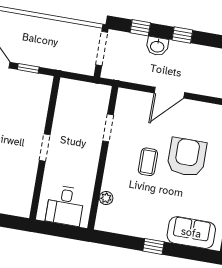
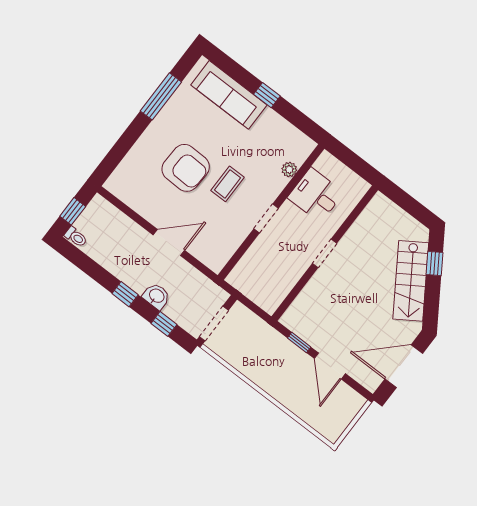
doorway: (108, 128) -> (266, 218), moved
armchair: (187, 157) -> (186, 168), turned -88
desk: (65, 206) -> (316, 195), moved, turned -90
sofa: (191, 233) -> (229, 95), width x1.36

